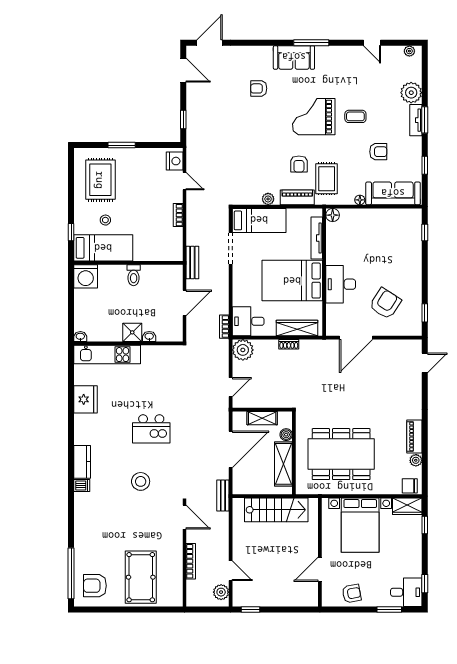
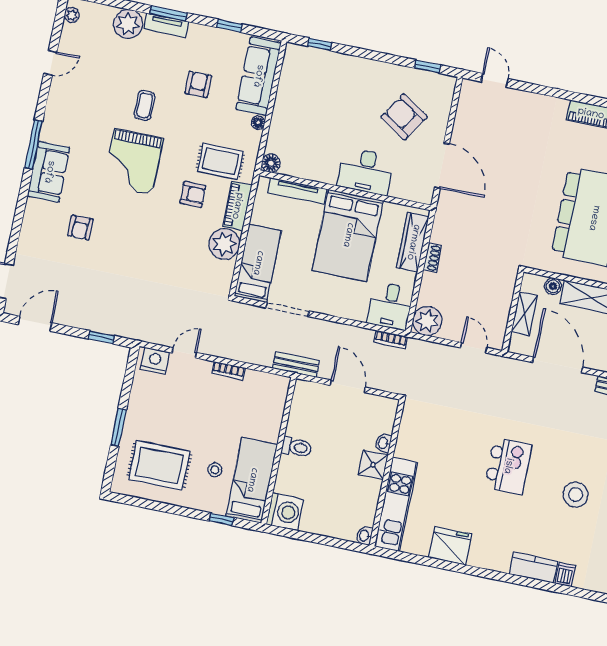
plant: (268, 199) -> (224, 244), width x1.88, depth x1.88

